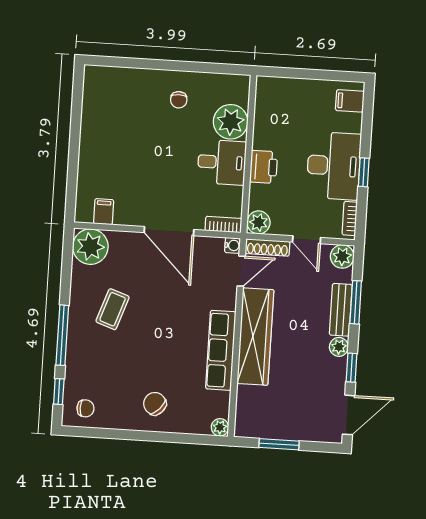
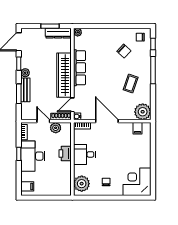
corner desk: (112, 96) -> (137, 182), added
plant: (231, 122) -> (82, 184), moved
plant: (259, 222) -> (56, 128), moved
plant: (342, 256) -> (26, 115), removed
chair: (155, 404) -> (124, 51), moved
dresser: (262, 428) -> (58, 33), added

